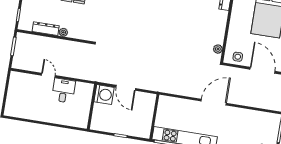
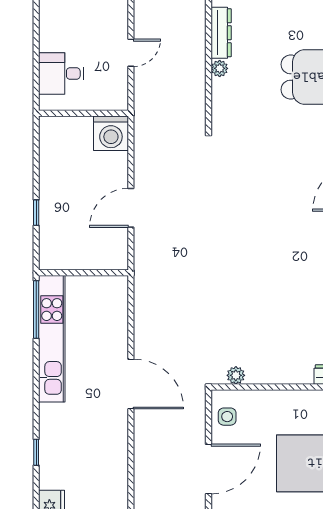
desk: (64, 91) -> (61, 73), moved, turned 180
washing machine: (104, 95) -> (111, 133), moved
wall: (92, 107) -> (84, 113), moved

